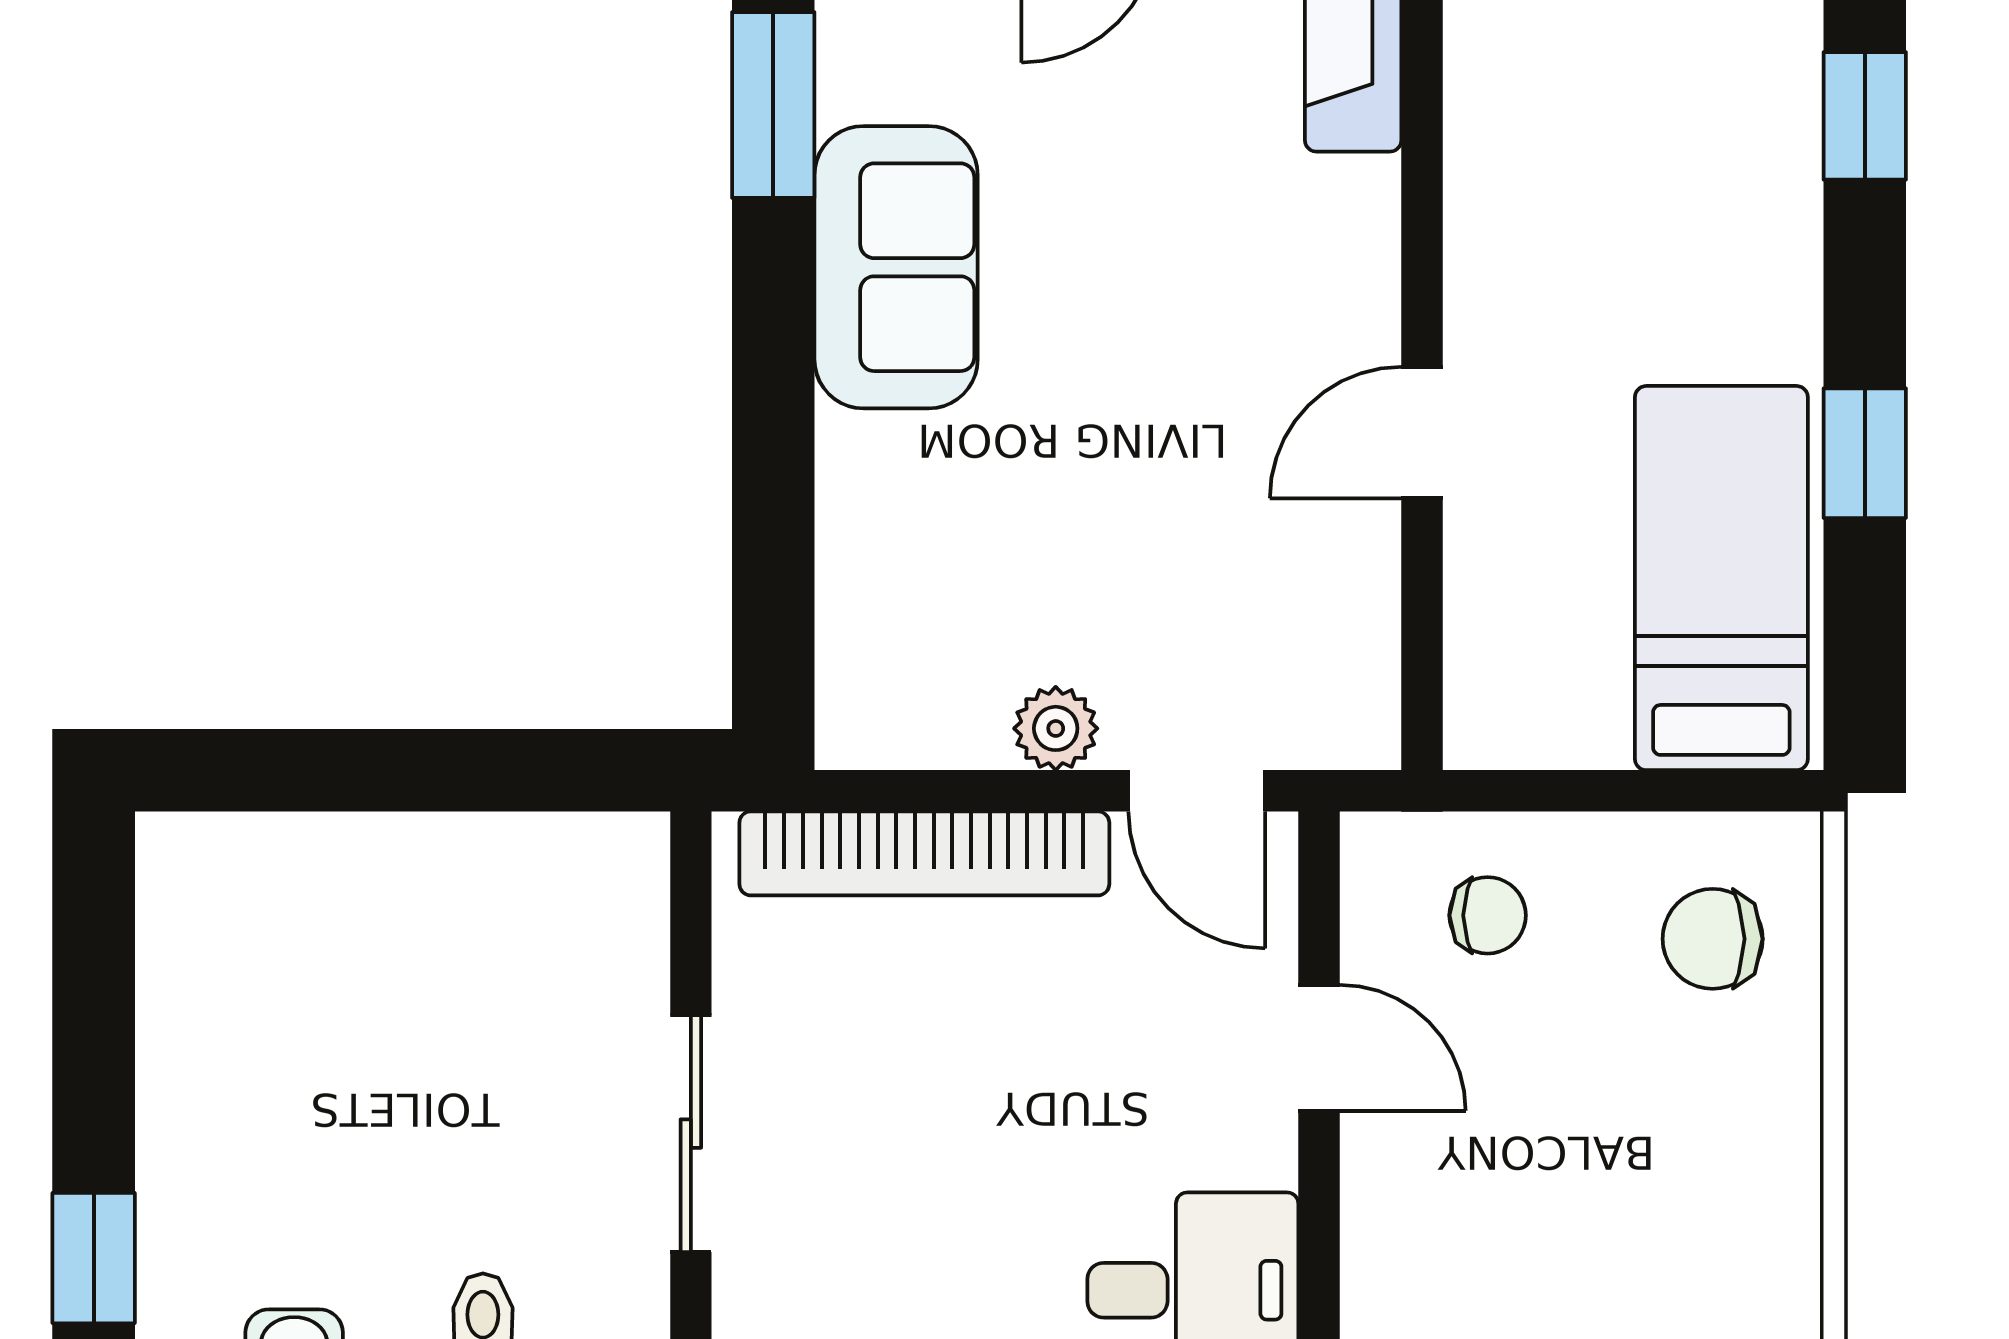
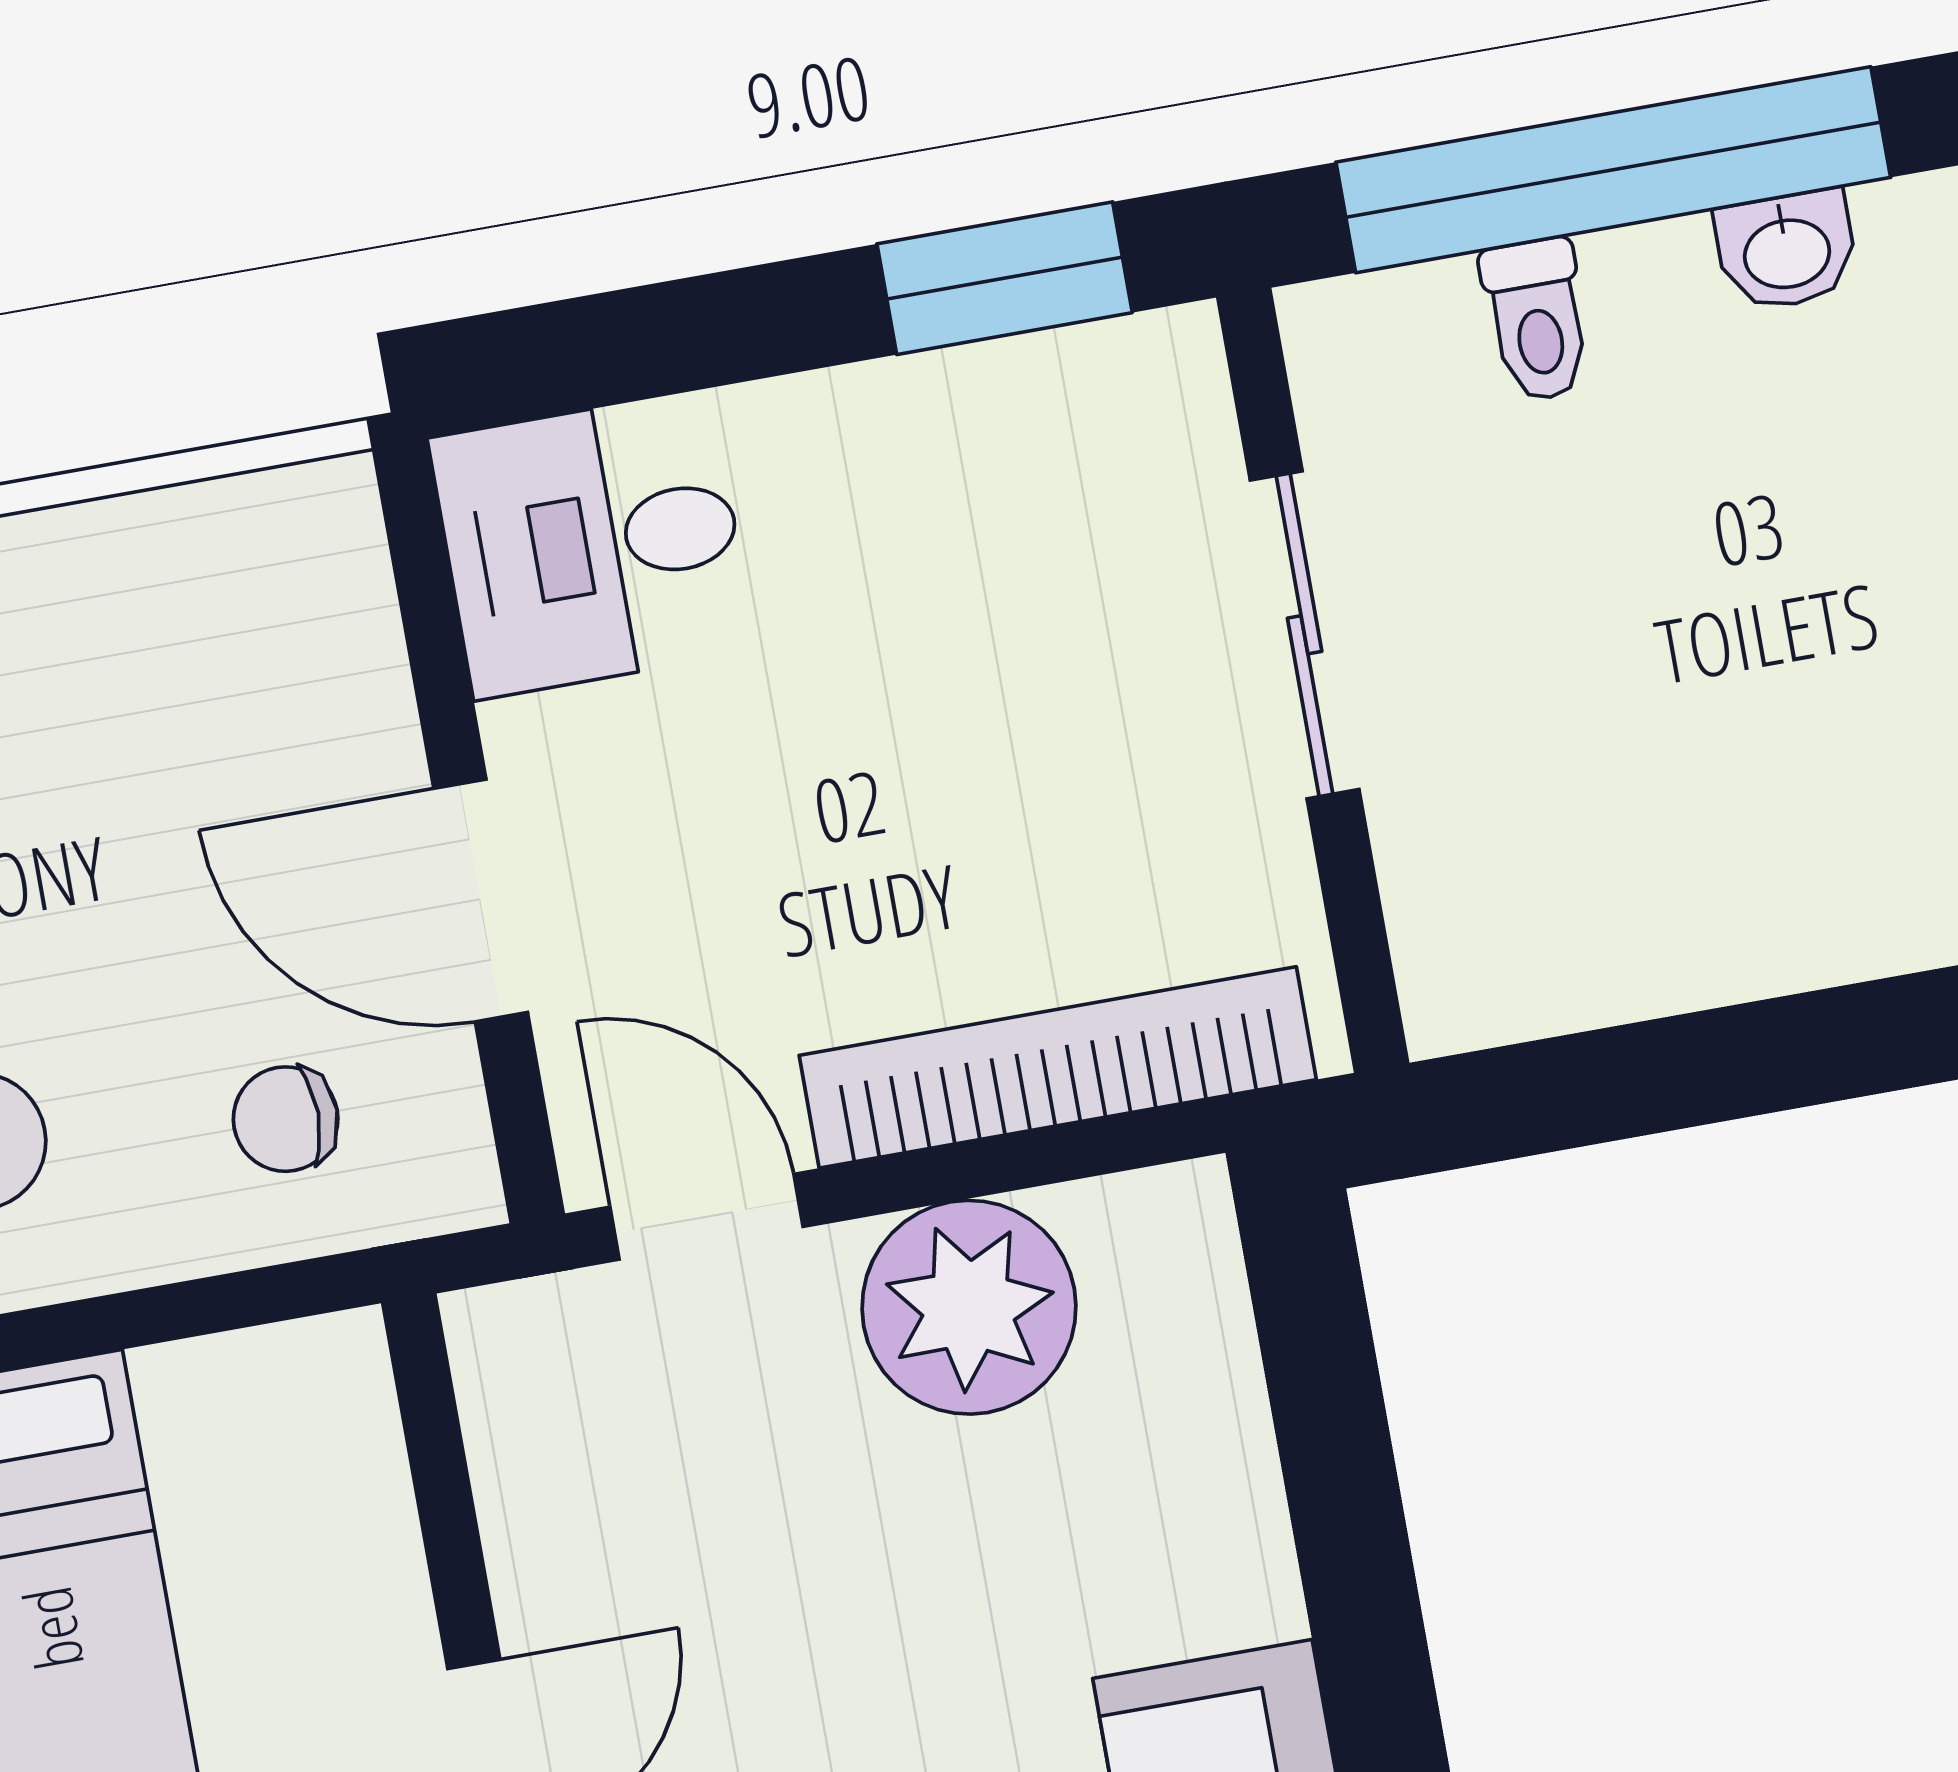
plant: (1056, 728) -> (969, 1307), width x1.87, depth x1.87
door: (1319, 1048) -> (481, 900), width x1.38

